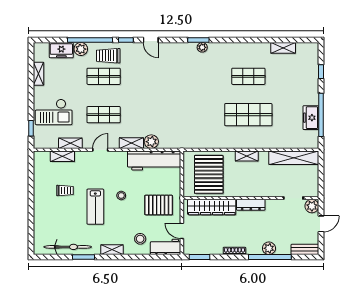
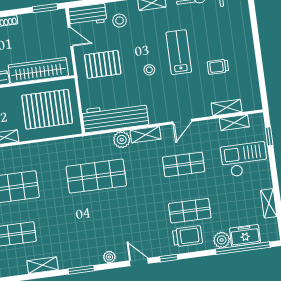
window: (90, 40) -> (243, 248), moved
plant: (202, 47) -> (109, 257), moved
shelving: (229, 48) -> (43, 265), added
shop shelf: (176, 115) -> (96, 176), added
shelving: (70, 143) -> (234, 123), moved
pallet: (209, 174) -> (47, 109), turned 90

